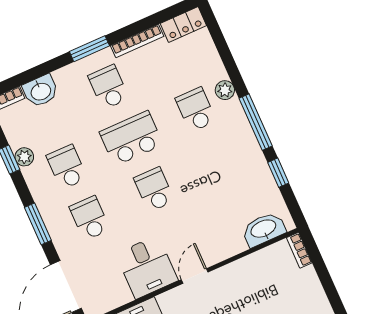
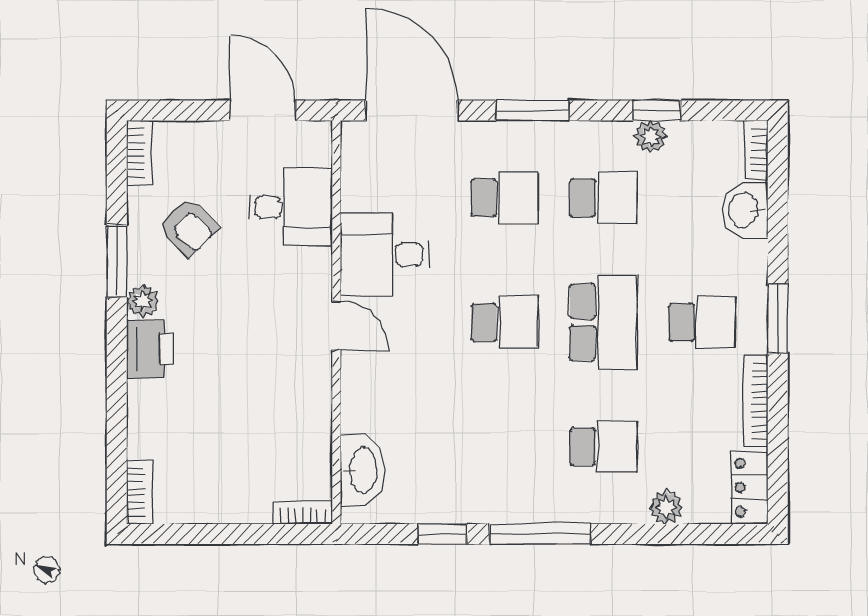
plant: (225, 90) -> (666, 507), moved

